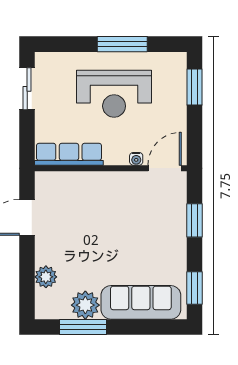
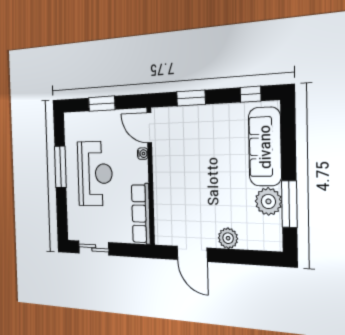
window: (194, 87) -> (102, 104), moved
plant: (46, 277) -> (228, 238), moved
window: (194, 288) -> (251, 94), width x0.67

